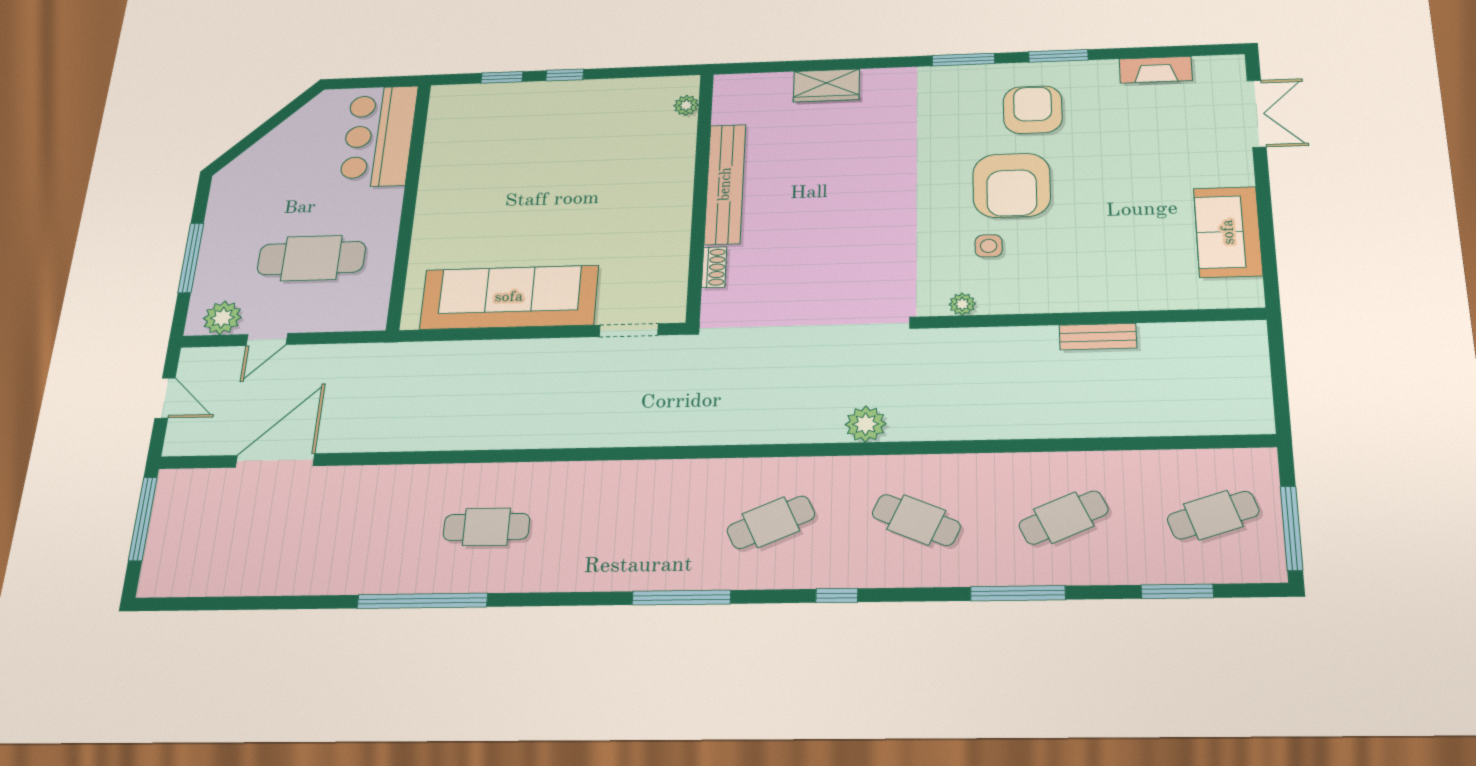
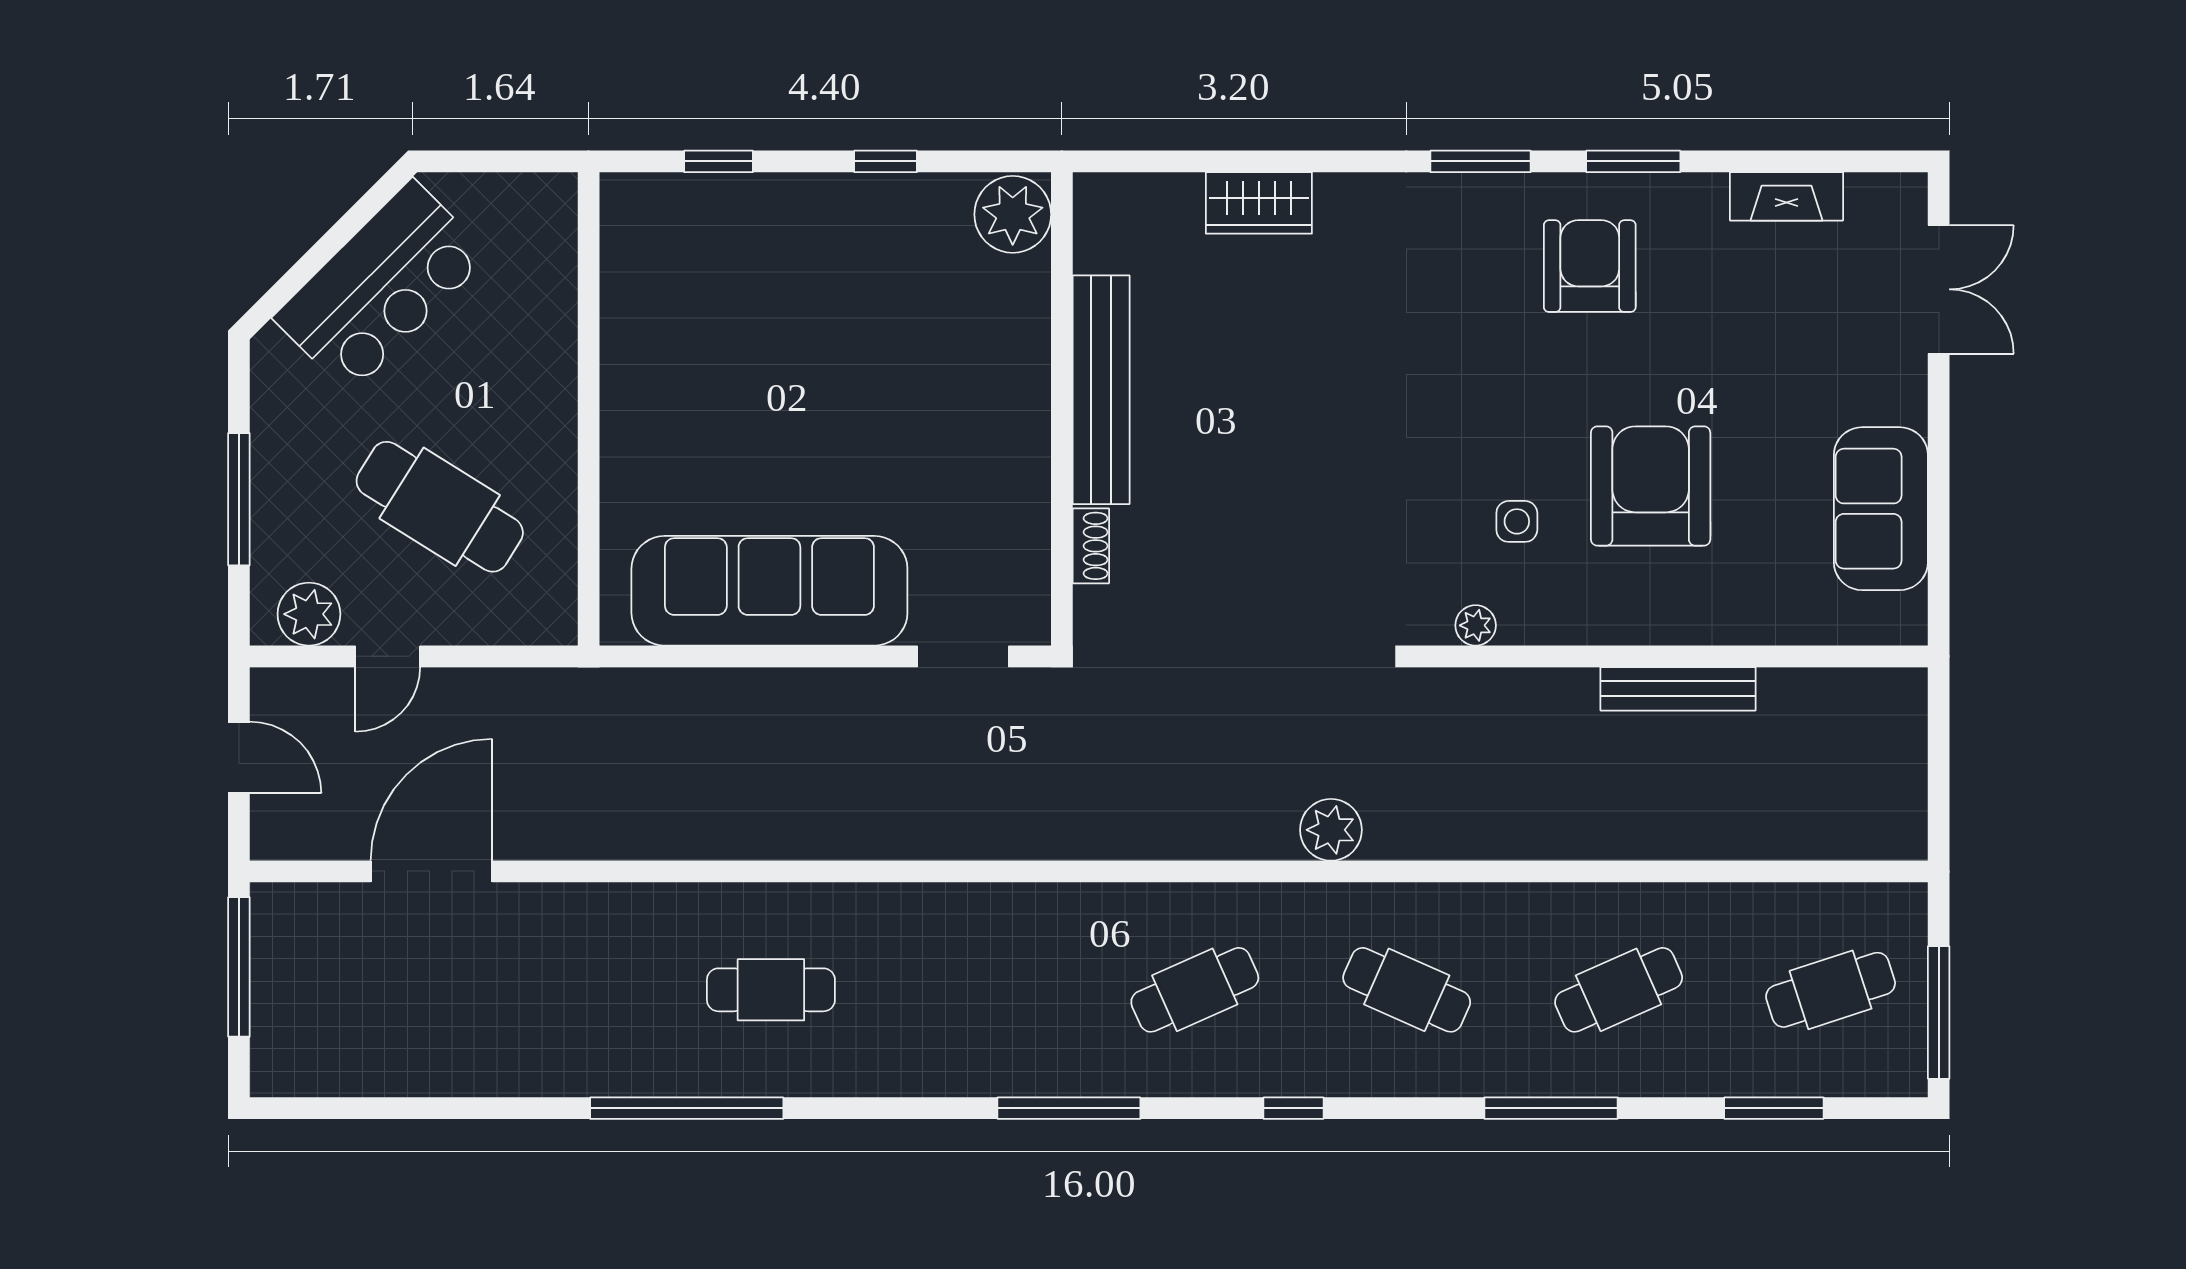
window: (565, 75) -> (886, 161), moved
plant: (686, 105) -> (1013, 214), width x1.88, depth x1.88
bar counter: (379, 136) -> (381, 287), moved, turned -135
armchair: (1012, 185) -> (1651, 486), moved, turned 180
cafe table: (311, 258) -> (440, 507), turned 32
bench: (1098, 337) -> (1678, 689), width x1.36

